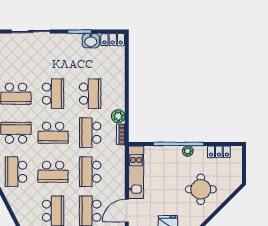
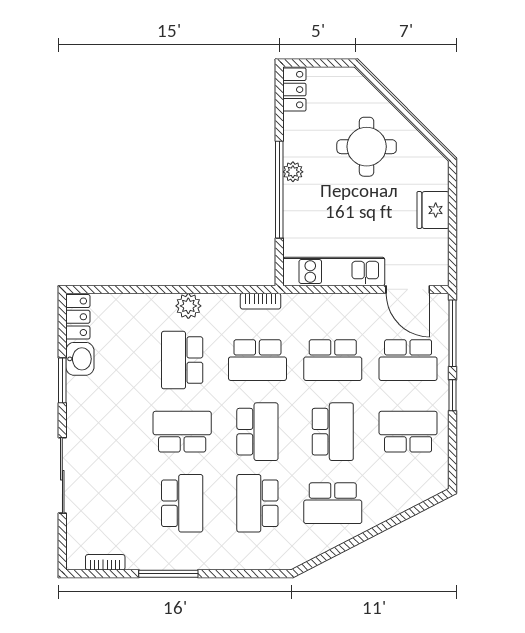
school desk: (90, 94) -> (182, 360), turned -90
plant: (118, 116) -> (188, 306), moved
locker: (219, 152) -> (294, 90), moved

